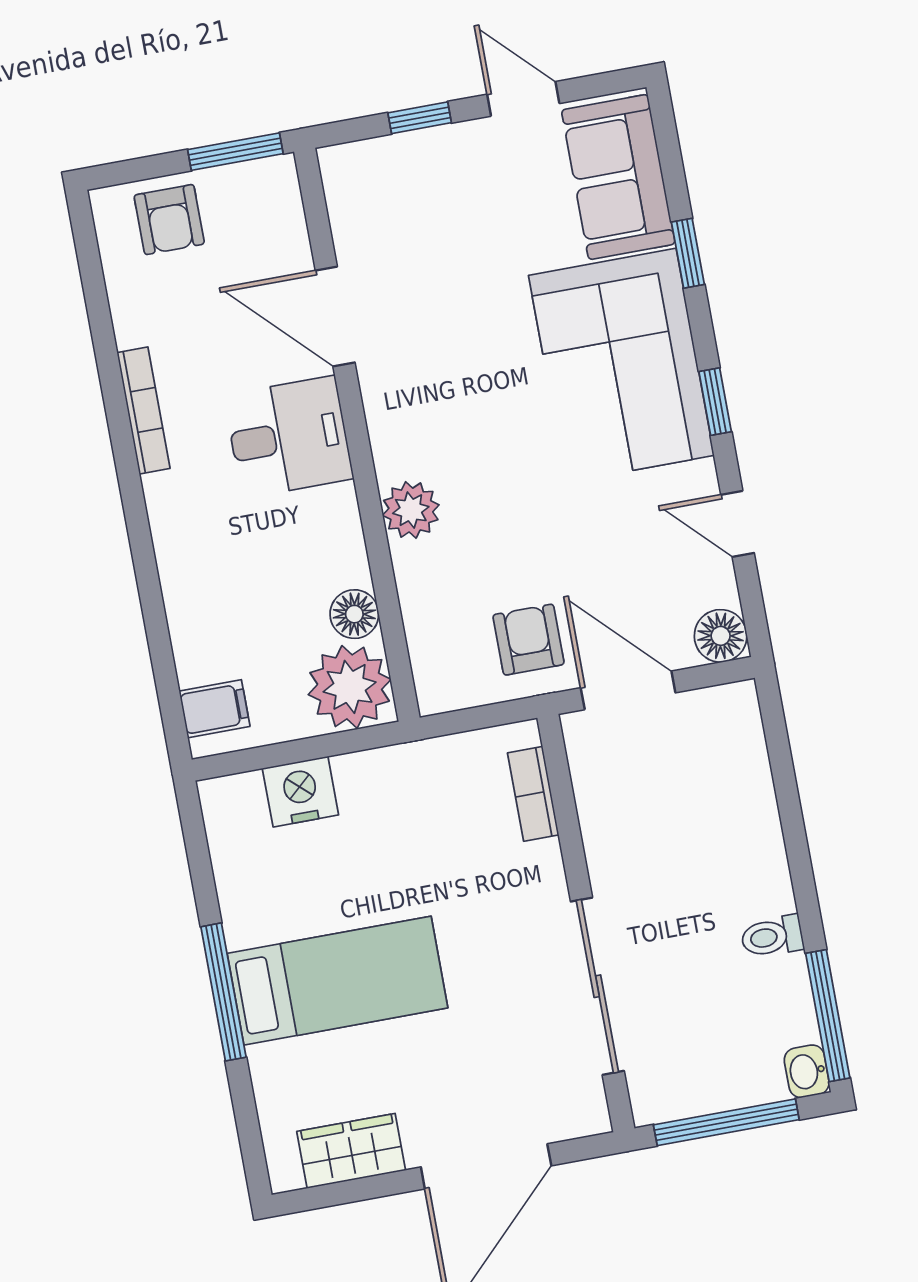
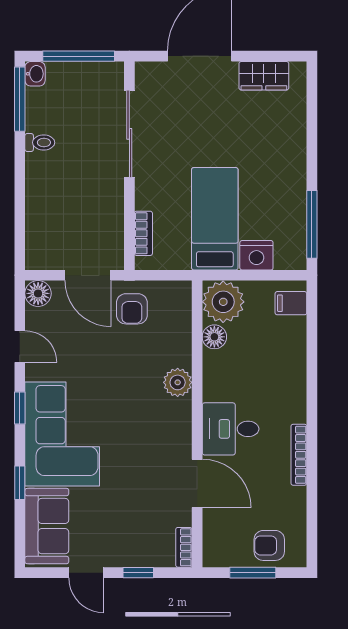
window: (235, 152) -> (253, 573), moved
bookcase: (338, 185) -> (184, 547), added
armchair: (169, 220) -> (269, 545), turned -90
bed: (337, 981) -> (215, 219), moved, turned 90
window: (223, 992) -> (312, 224), moved

